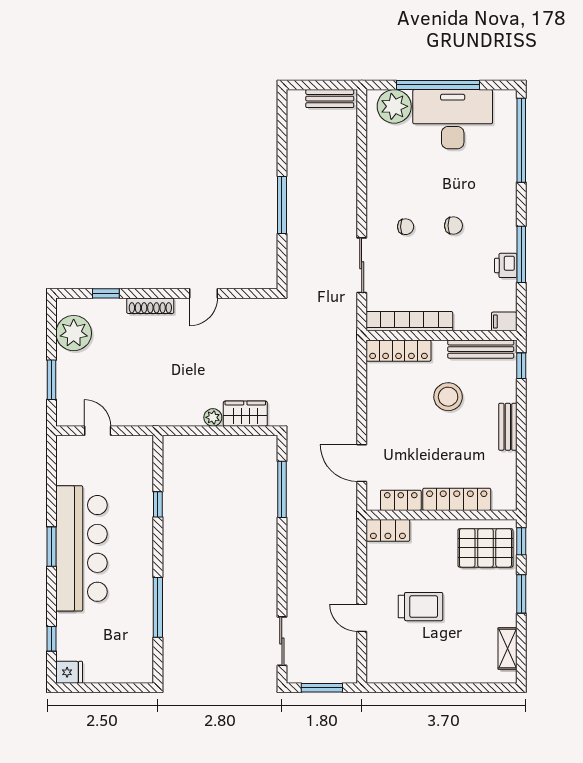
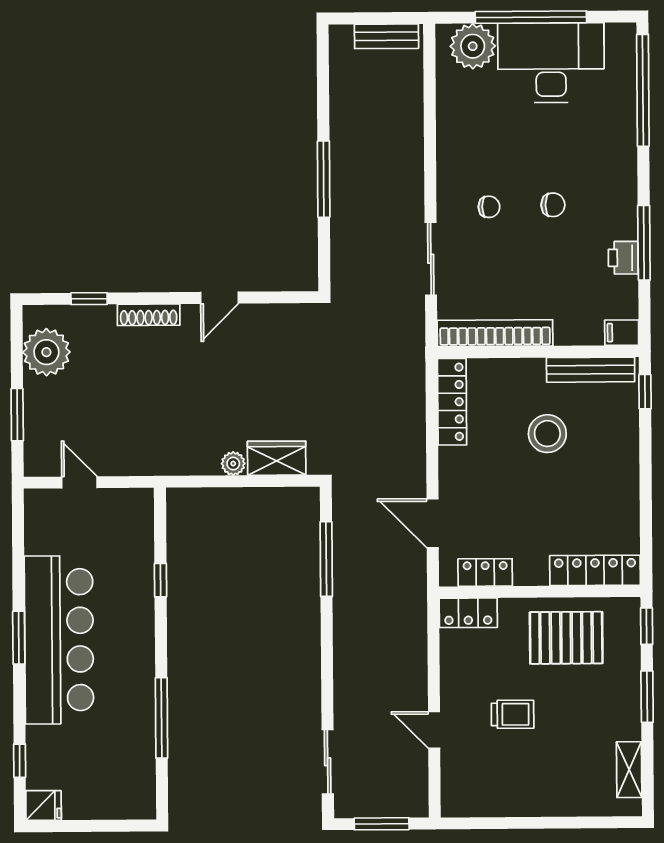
locker: (399, 351) -> (452, 402), moved, turned -90
bench: (508, 427) -> (628, 473), removed
locker: (457, 499) -> (595, 570), moved
pallet: (485, 548) -> (566, 638), moved
trolley: (421, 607) -> (513, 714), width x0.73, depth x0.72

